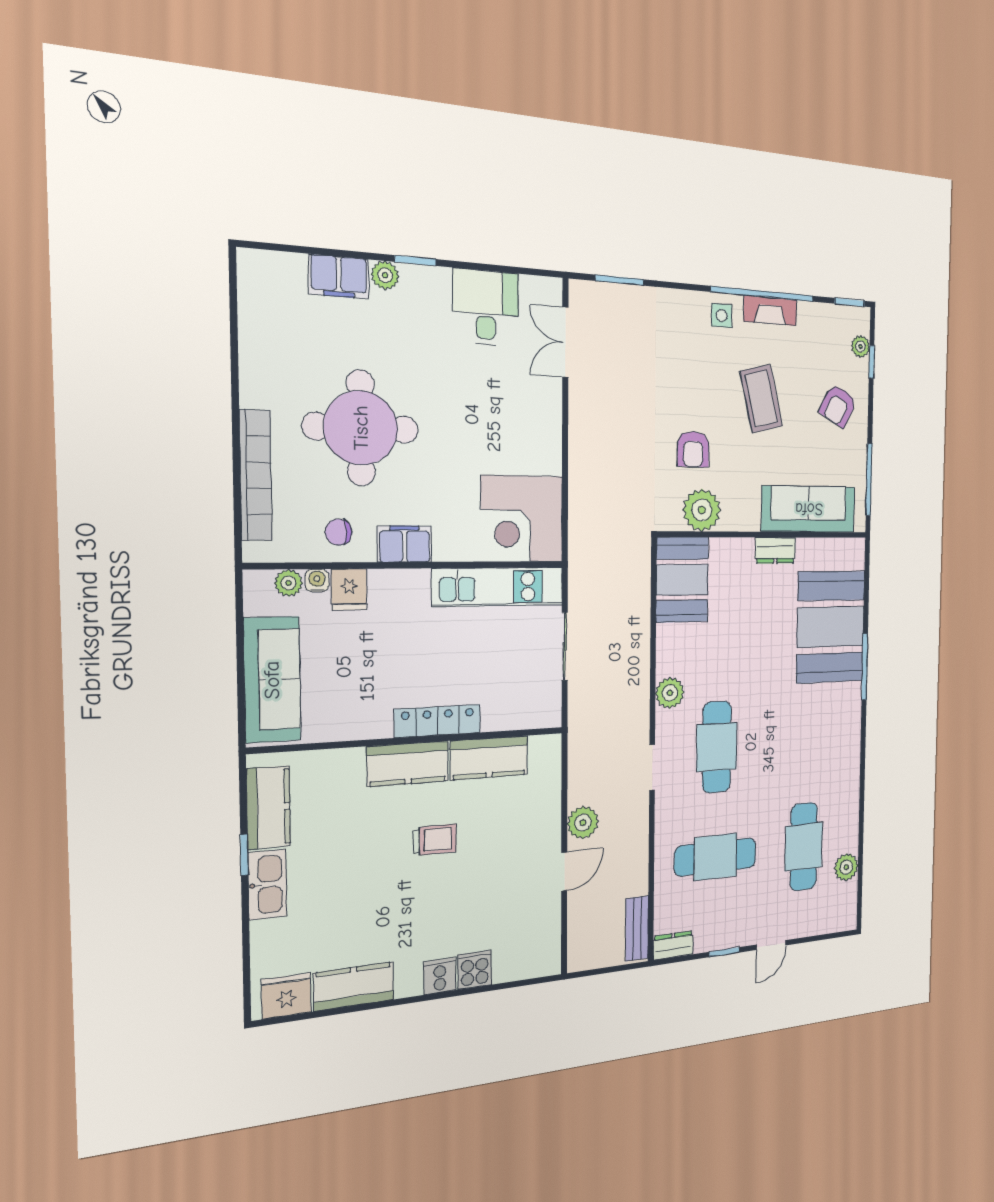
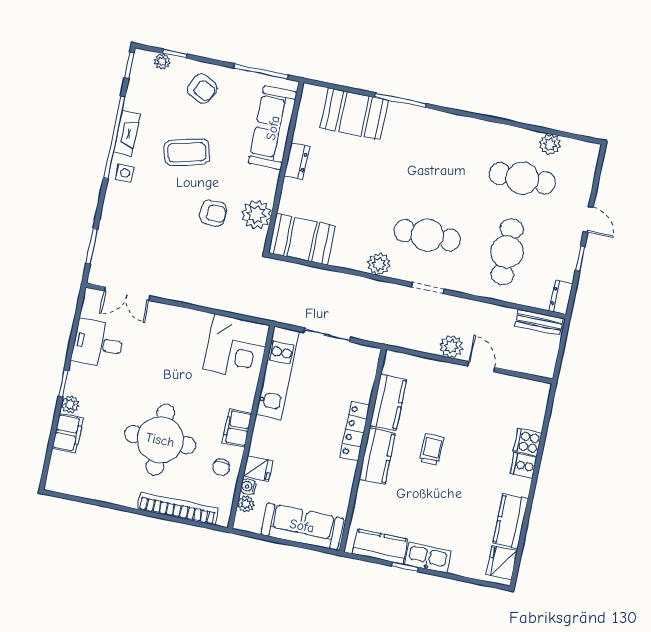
booth: (831, 627) -> (354, 114), width x0.73, depth x0.70

